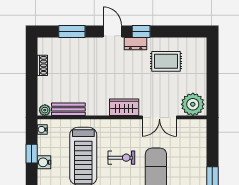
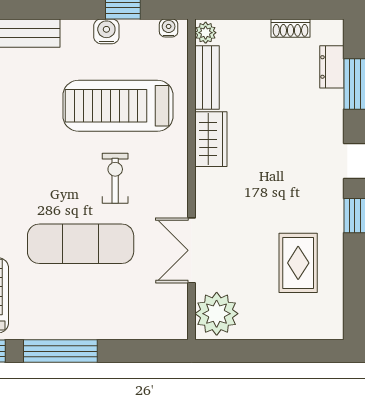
dresser: (136, 44) -> (332, 67), moved
wardrobe: (124, 107) -> (211, 139), moved
exercise bike: (121, 158) -> (115, 178), turned 180

